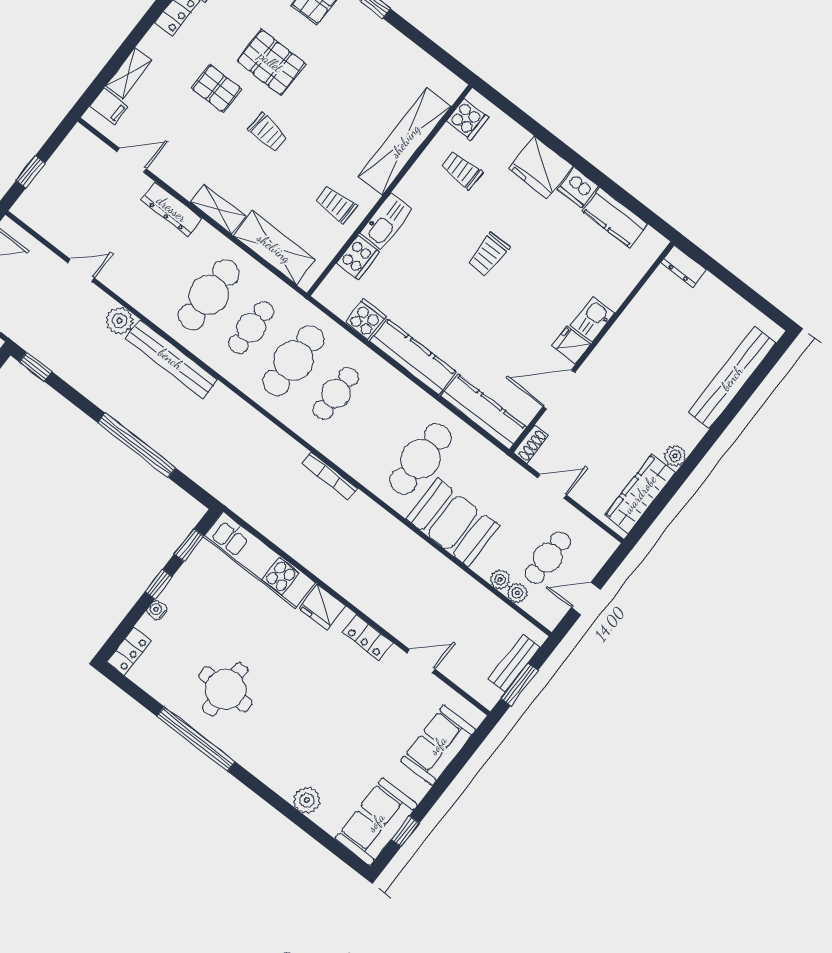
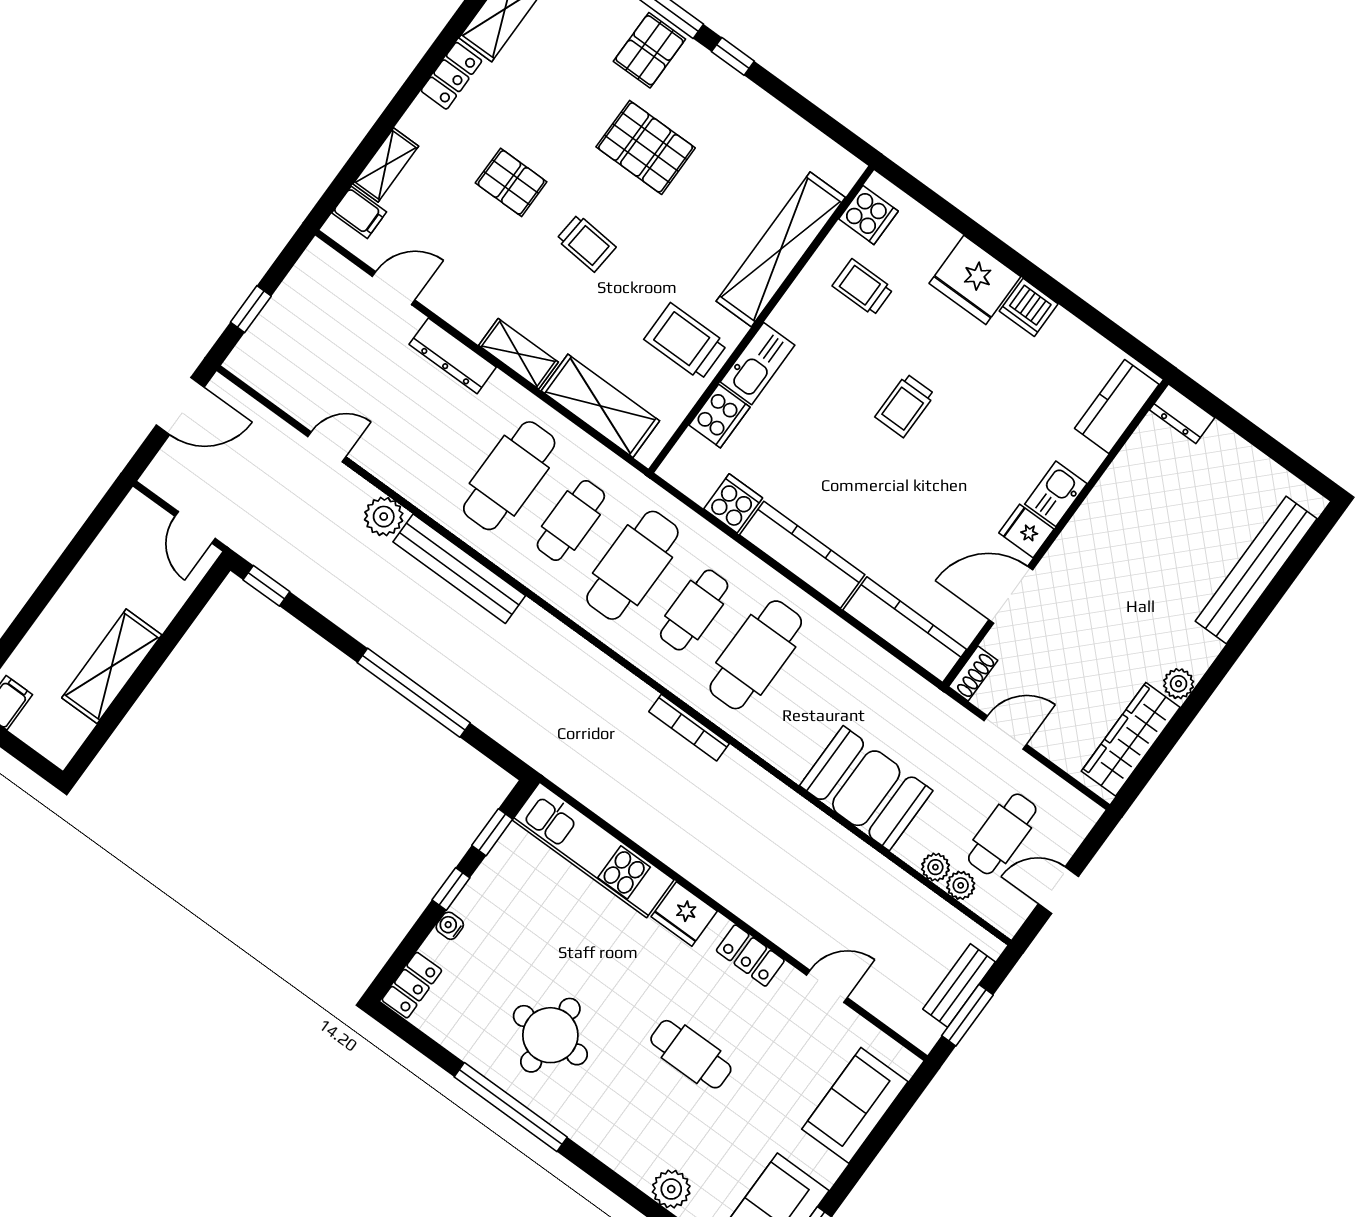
pallet: (271, 62) -> (646, 147), moved
trolley: (336, 204) -> (686, 342), width x1.36, depth x1.39
kitchen counter: (615, 217) -> (1117, 406), moved, turned 90
cafe table: (421, 459) -> (756, 655), moved
cafe table: (324, 706) -> (691, 1054), added

